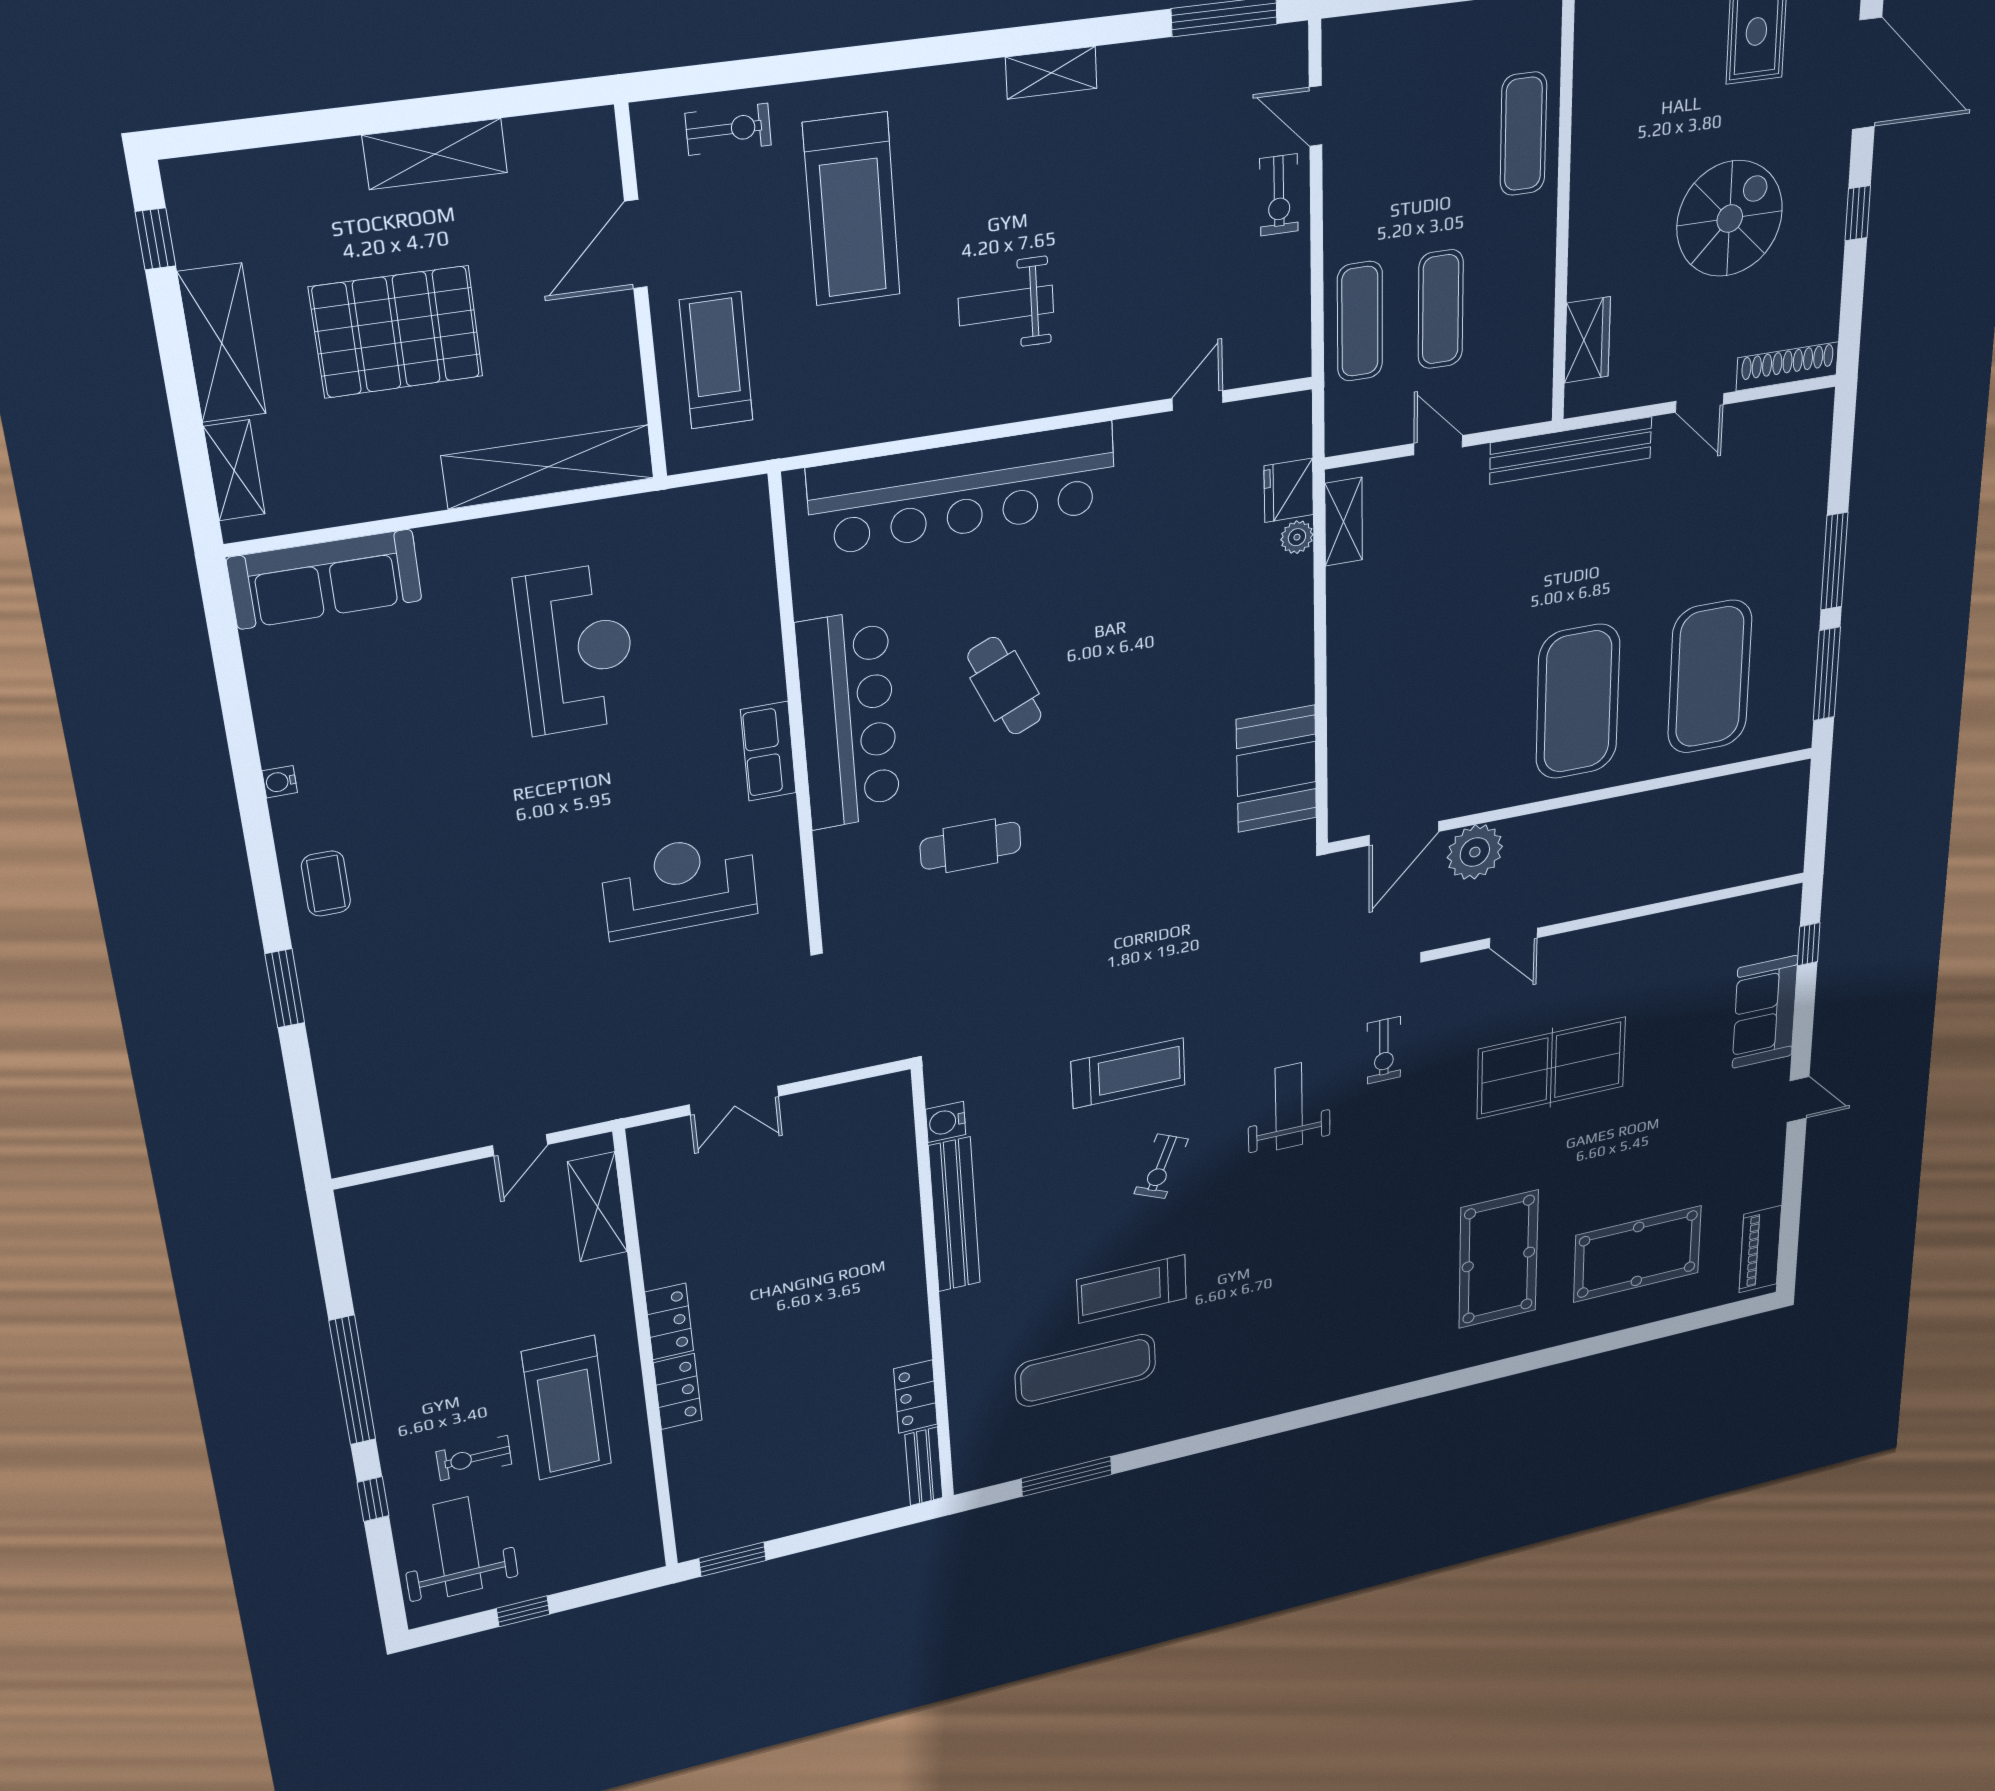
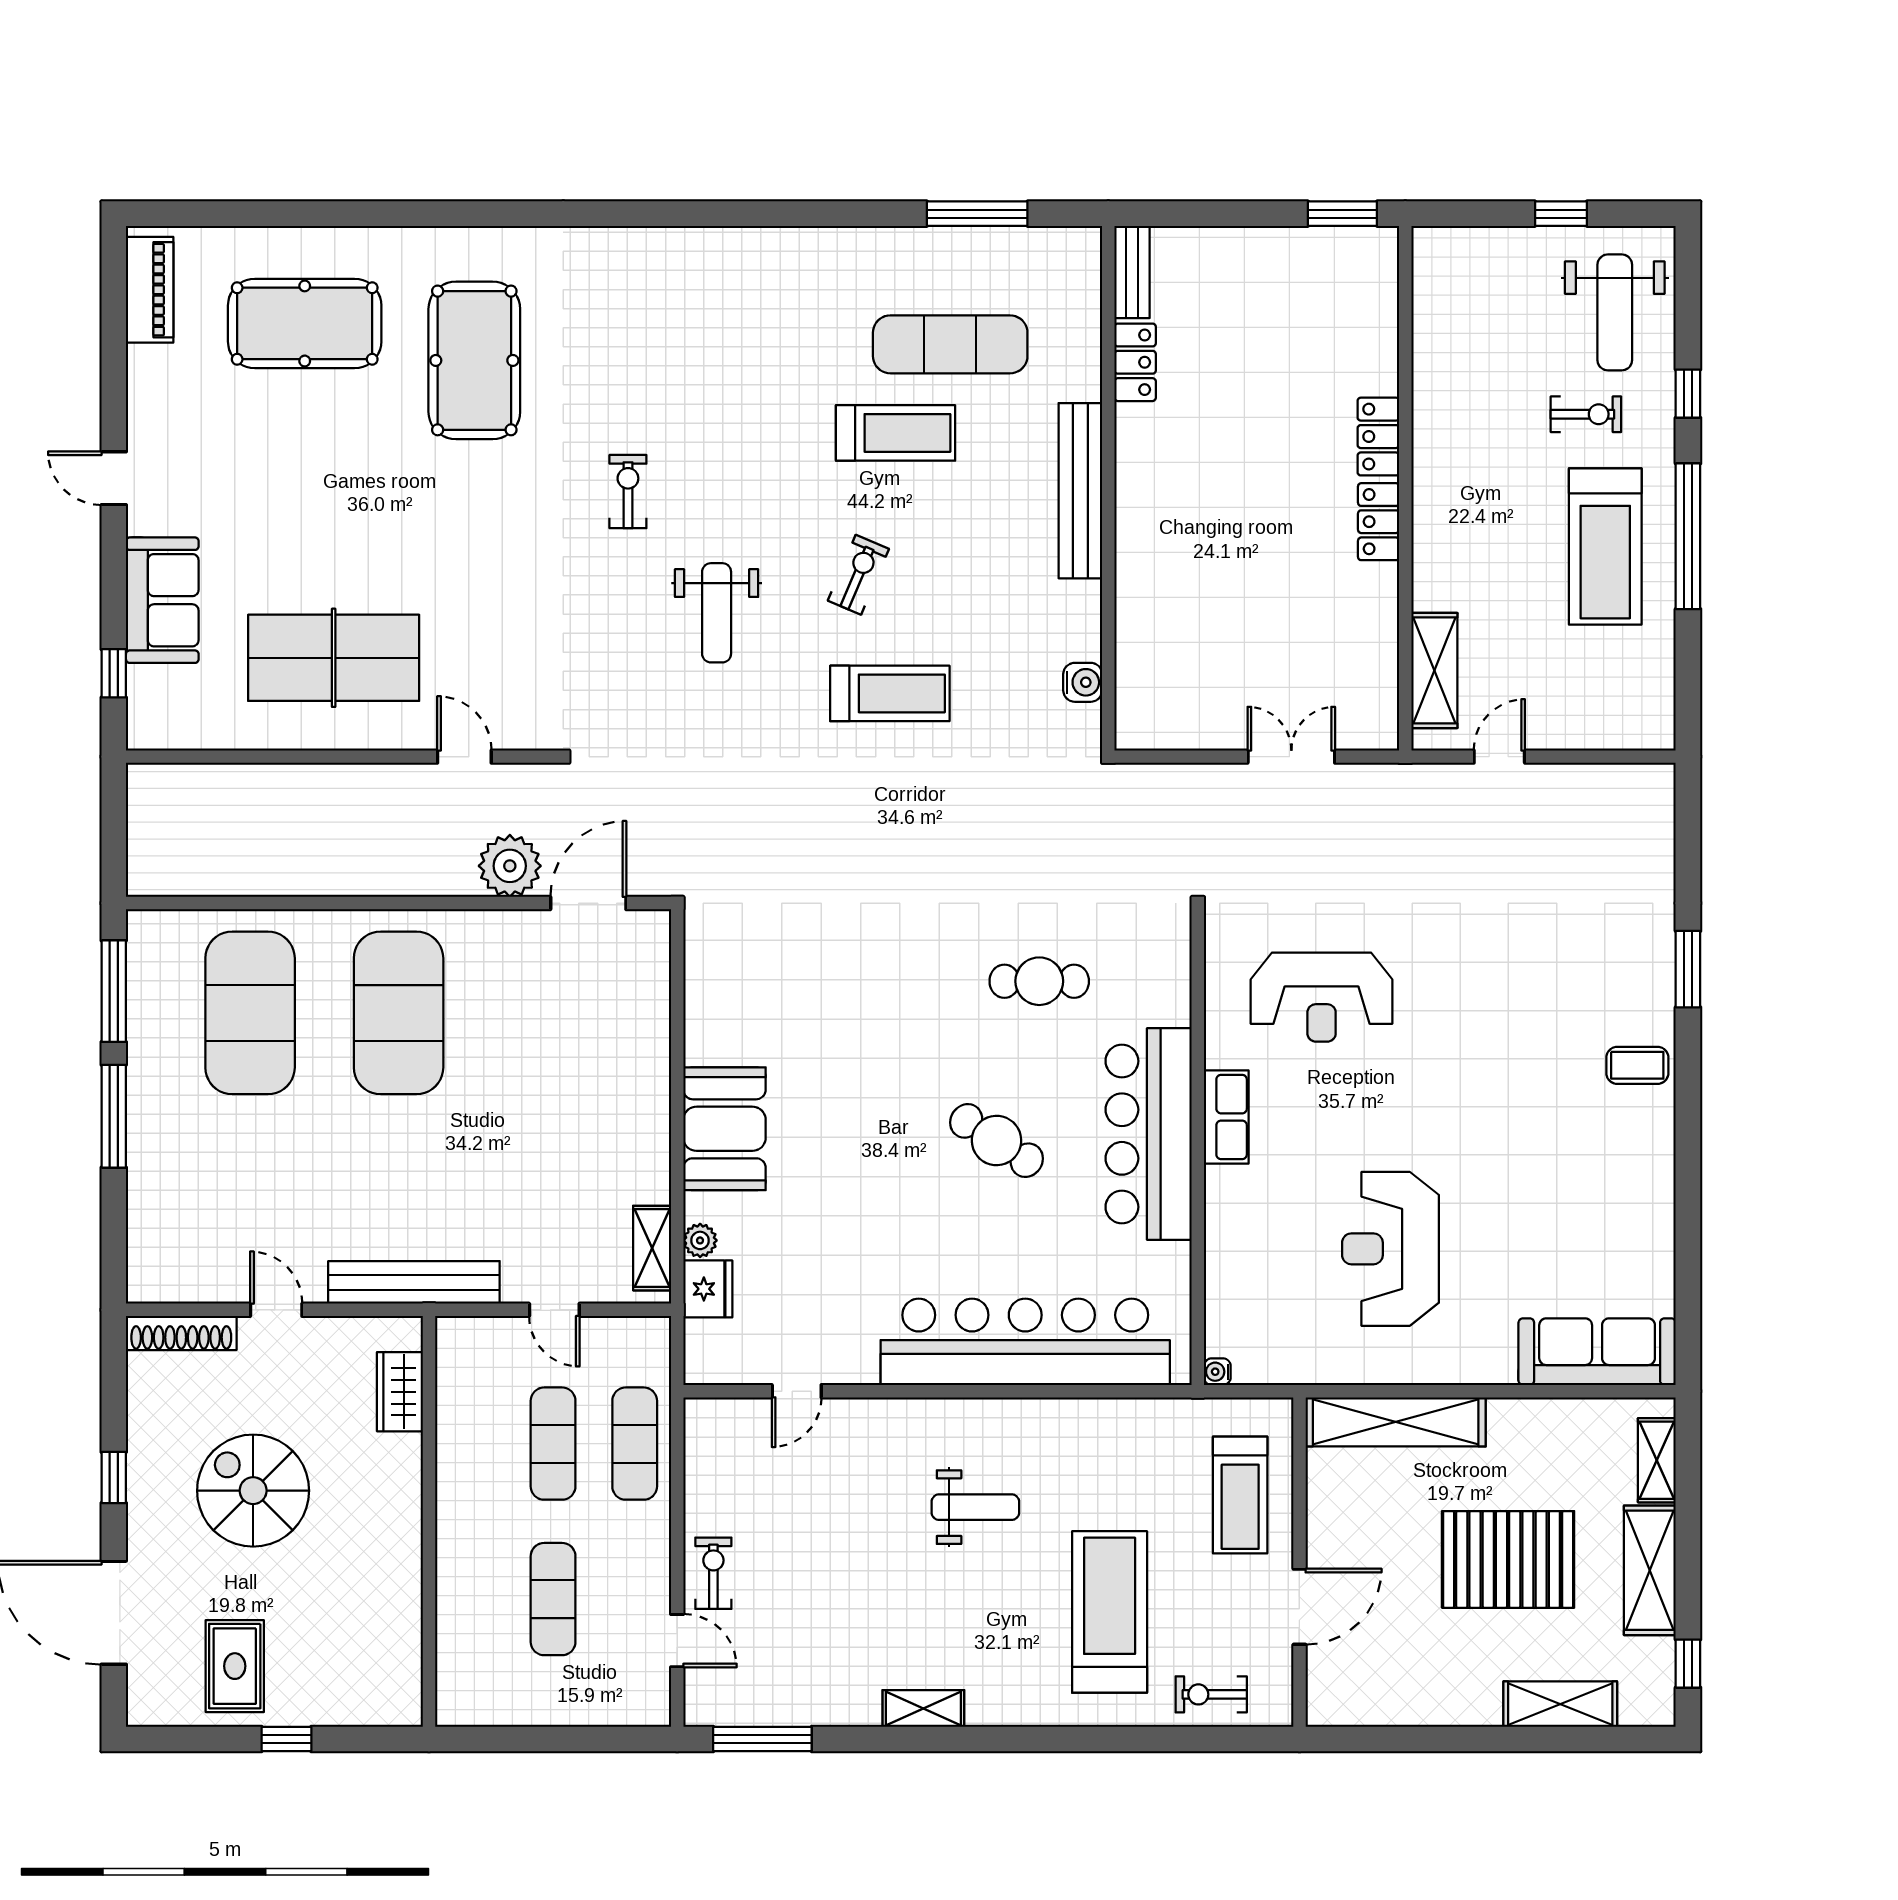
exercise mat: (1523, 134) -> (553, 1599), moved
shelving: (435, 154) -> (1560, 1704), moved
spiral stairs: (1730, 219) -> (253, 1491), turned 90
cafe table: (1005, 686) -> (996, 1141), turned -33
booth: (1277, 769) -> (724, 1129), moved
water cooler: (280, 782) -> (1217, 1372), moved, turned 180
coffee table: (326, 884) -> (1637, 1065), turned 90
exercise bike: (1384, 1050) -> (628, 492), moved
table tennis table: (1551, 1068) -> (334, 658), moved
treadmill: (1128, 1073) -> (890, 693), turned 180
bench: (954, 1215) -> (1080, 491), moved
treadmill: (567, 1408) -> (1605, 546), moved, turned 180

